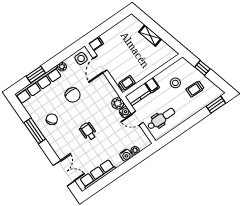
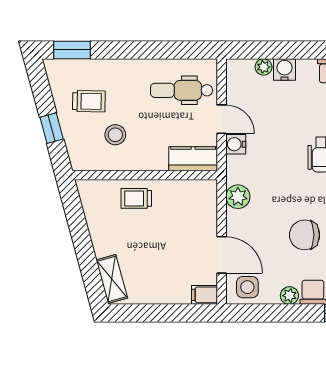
shelving: (150, 35) -> (112, 279), moved
door: (100, 64) -> (222, 255), hinge flipped
trolley: (127, 83) -> (136, 198), moved
filing cabinet: (152, 85) -> (157, 158), removed
chair: (73, 95) -> (305, 235), turned -90
plant: (118, 103) -> (238, 197), moved

